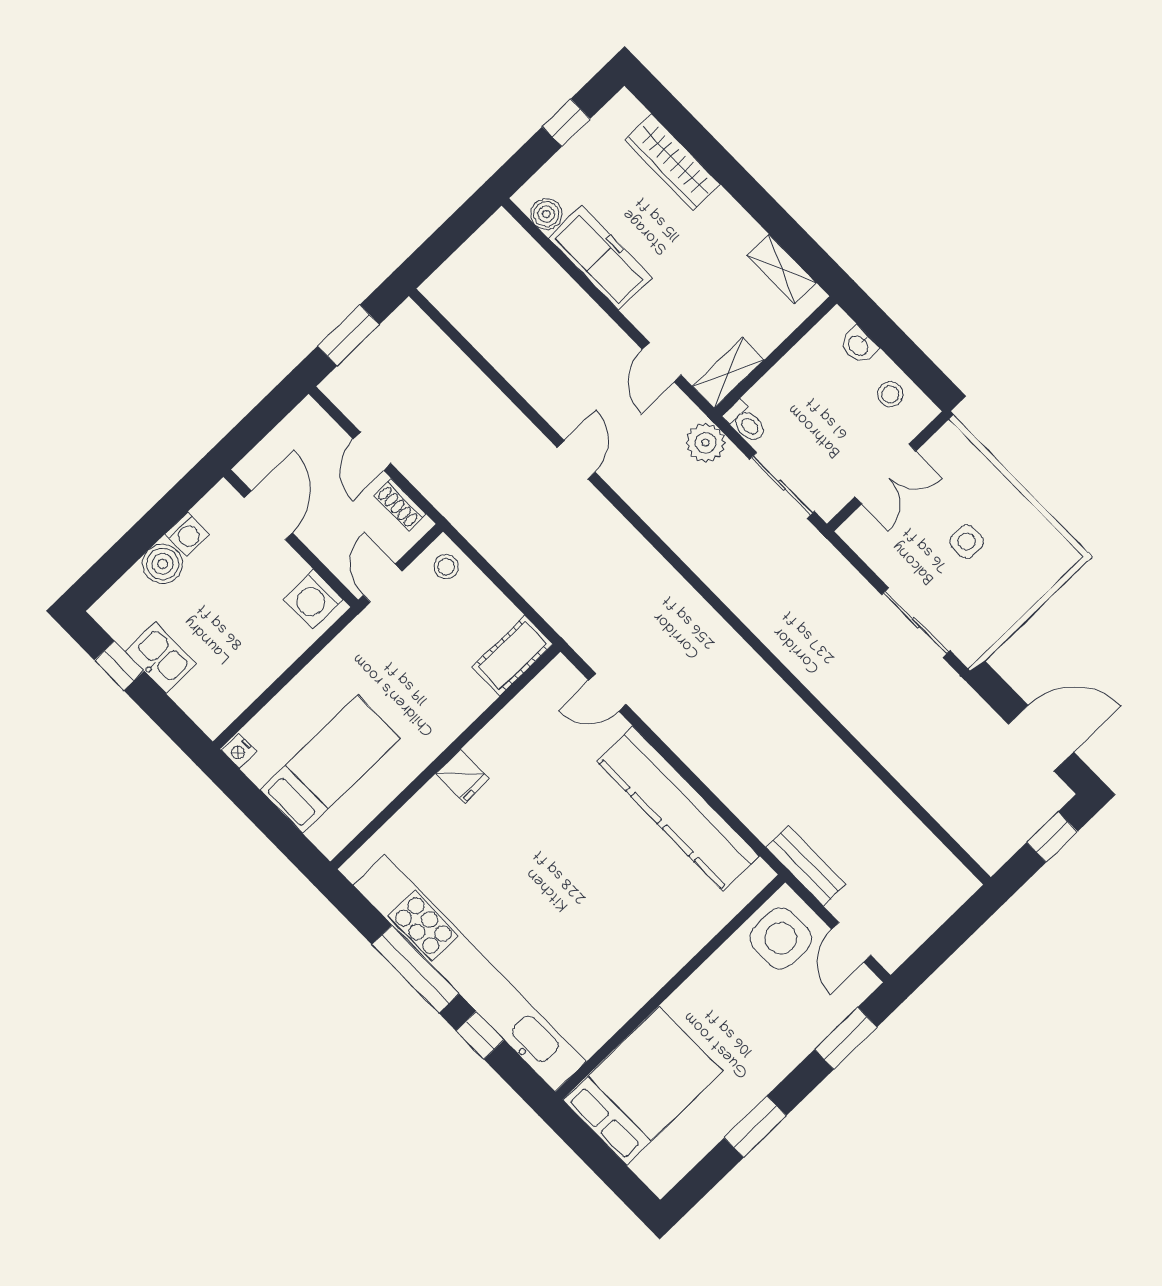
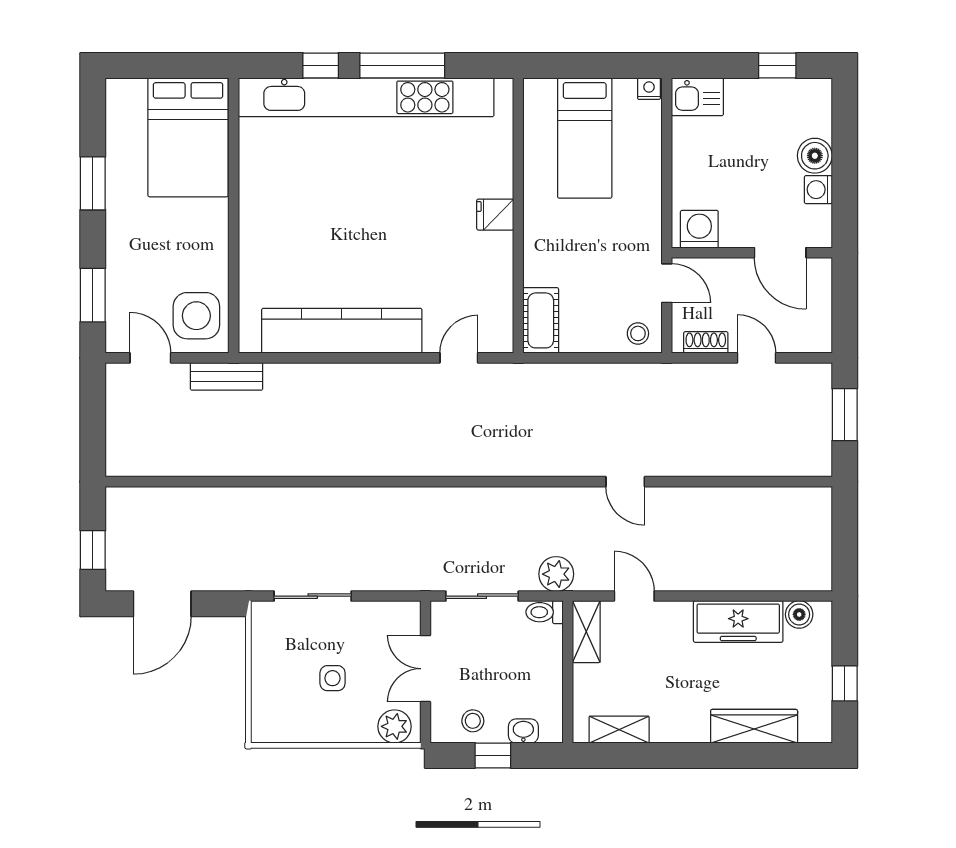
window: (902, 351) -> (493, 755), added
plant: (957, 453) -> (395, 726), added
kitchen sink: (161, 658) -> (697, 97), moved

